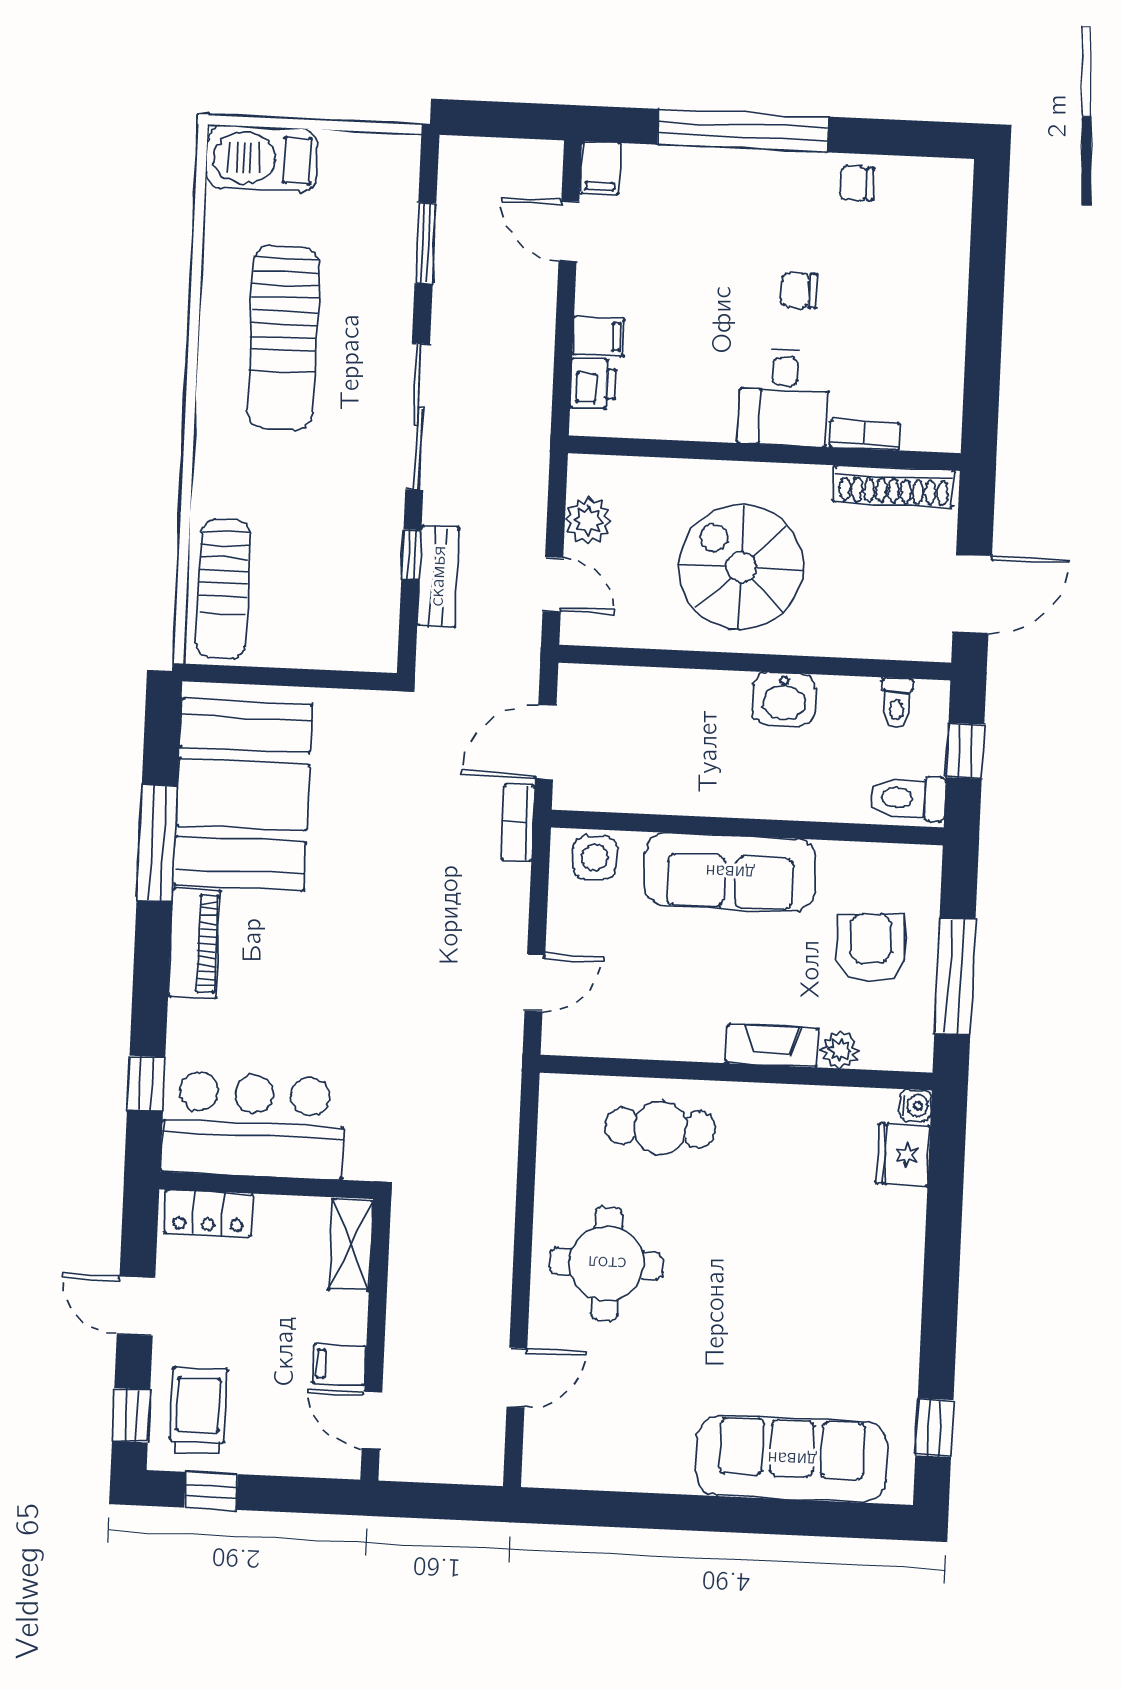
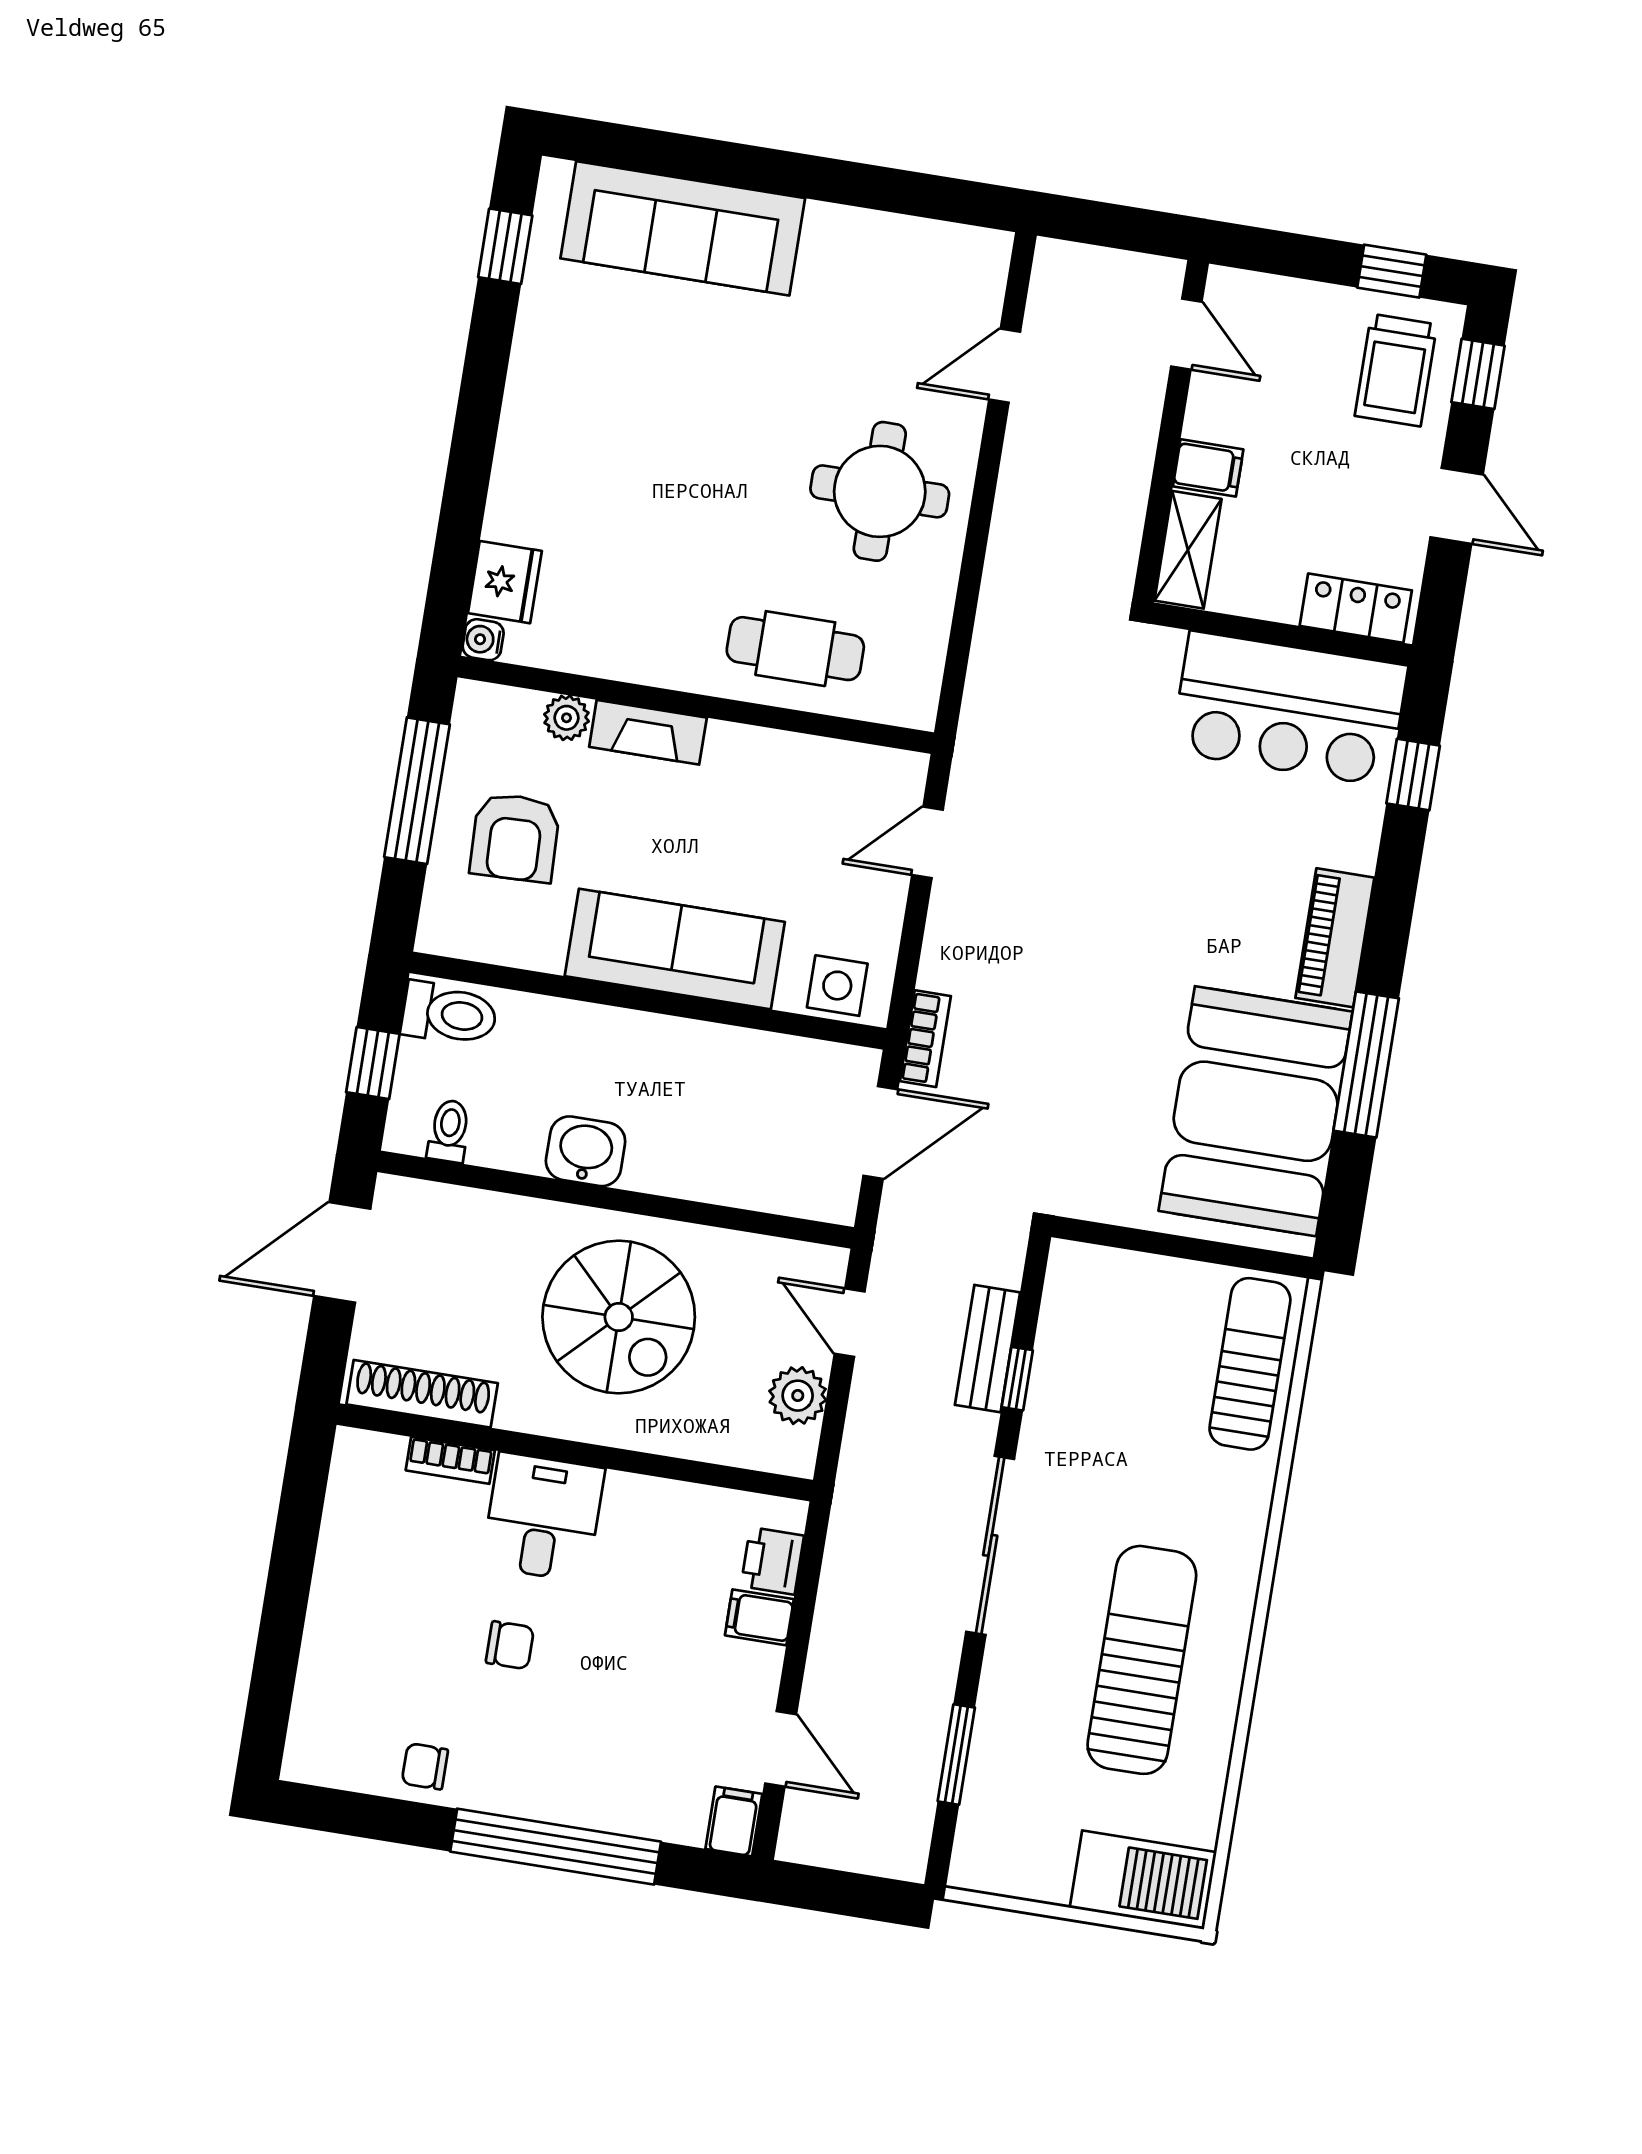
chair: (857, 184) -> (425, 1766), turned 180
filing cabinet: (339, 1365) -> (1208, 468), moved

